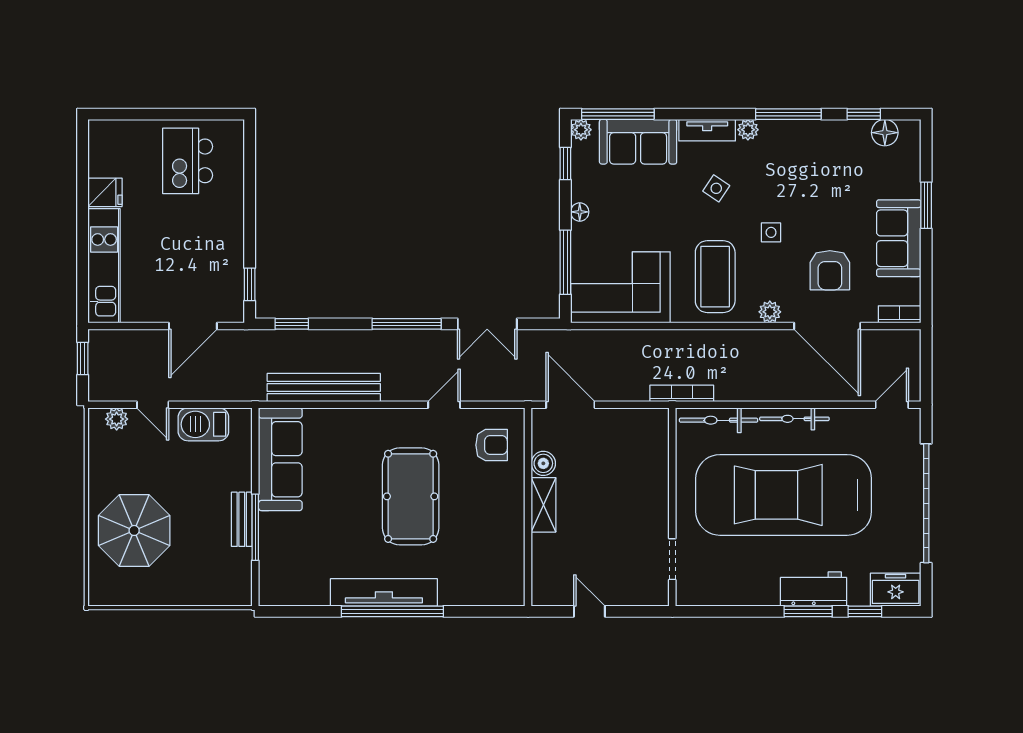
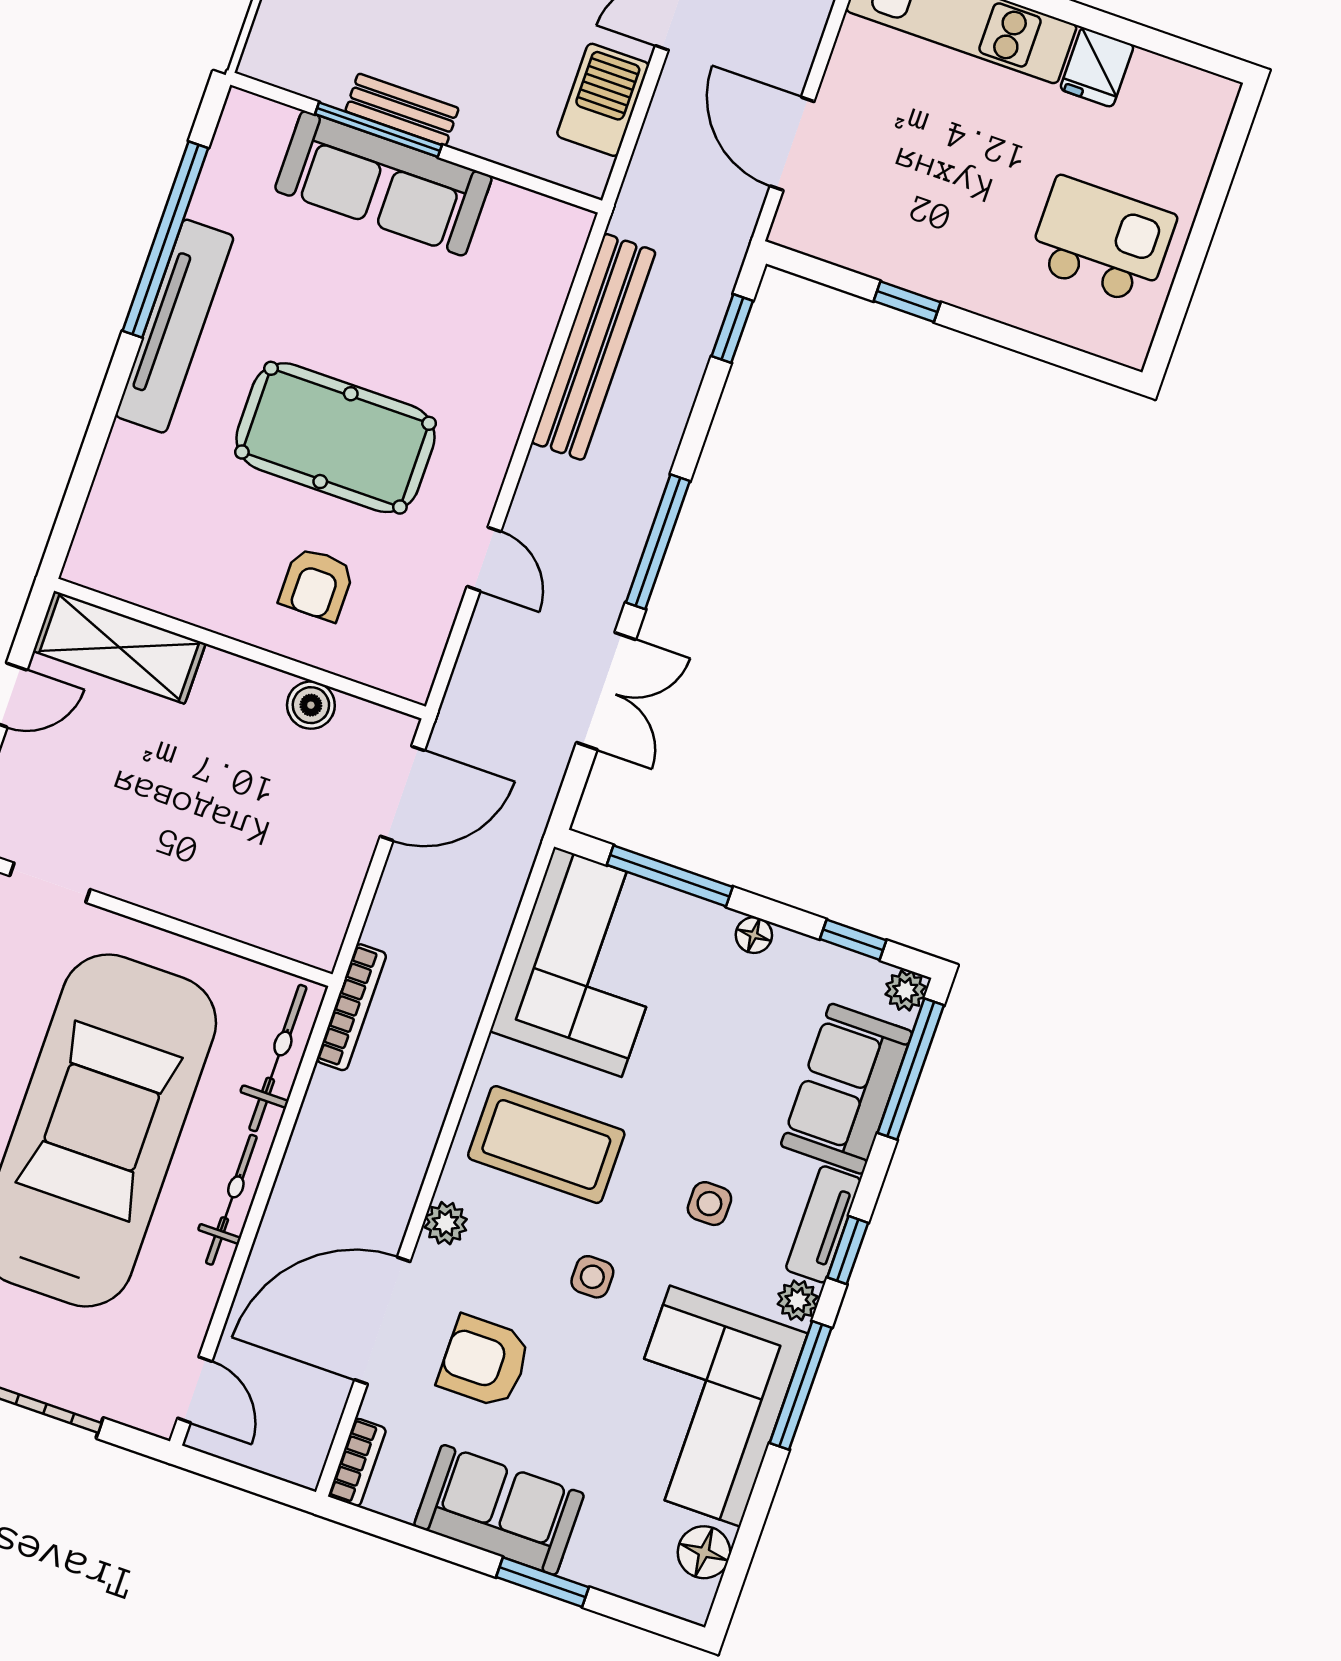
window: (864, 114) -> (848, 1250), moved
corner sofa: (814, 157) -> (705, 1406), added
side table: (716, 188) -> (709, 1204), turned -34
window: (250, 284) -> (907, 302), moved
double door: (487, 324) -> (606, 691), swing flipped
armchair: (492, 445) -> (317, 584), moved
sofa: (280, 459) -> (383, 183), moved
shelving: (543, 505) -> (119, 647), moved, width x1.50, depth x1.33
window: (392, 611) -> (165, 239), moved

